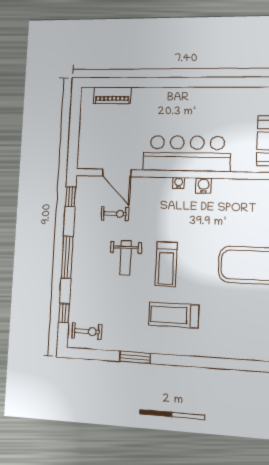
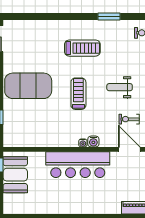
water cooler: (203, 186) -> (93, 141), moved
weight bench: (126, 258) -> (120, 87), turned -90
treadmill: (166, 264) -> (78, 94), moved

